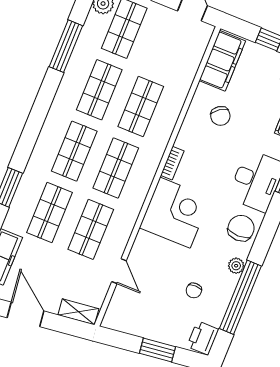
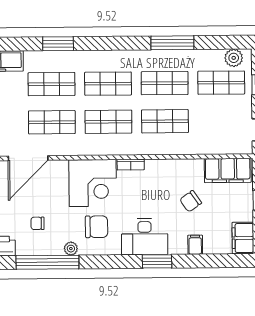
window: (66, 46) -> (172, 43), moved
chair: (220, 116) -> (191, 201), moved
chair: (241, 228) -> (97, 227), moved
door: (119, 271) -> (28, 158), width x1.87

